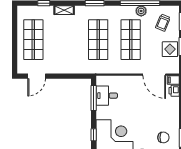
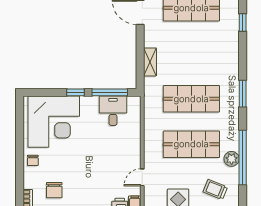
shelving: (64, 10) -> (150, 62), moved
door: (154, 75) -> (142, 177), width x0.53
window: (94, 135) -> (75, 92), moved

